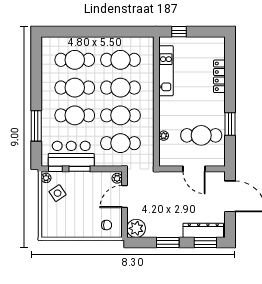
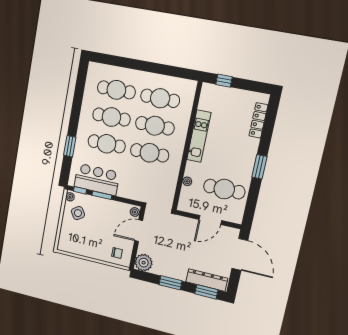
kitchen unit: (166, 71) -> (199, 136), moved
locker: (219, 76) -> (258, 120), moved
window: (230, 124) -> (259, 167), moved
window: (36, 126) -> (70, 146), width x0.69
cafe table: (120, 143) -> (144, 180), removed
door: (194, 169) -> (210, 220), hinge flipped

